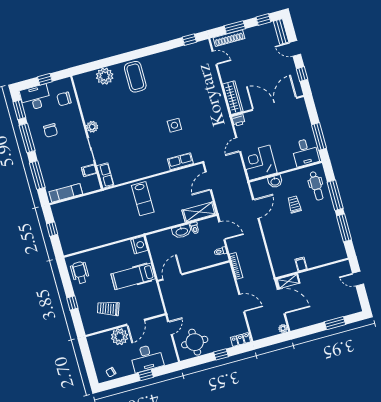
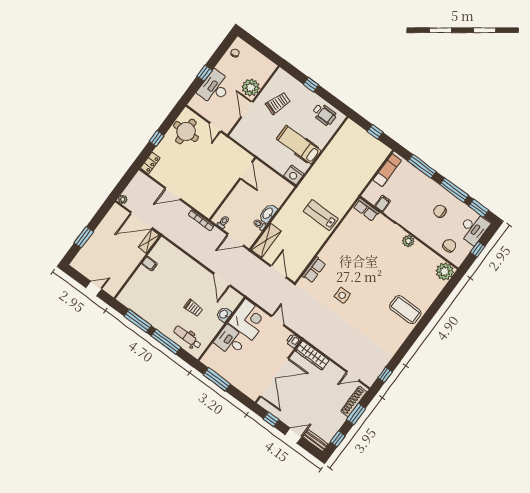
plant: (105, 76) -> (445, 271), moved
desk: (305, 152) -> (230, 341), moved
hospital bed: (133, 276) -> (299, 145), moved, turned -90

